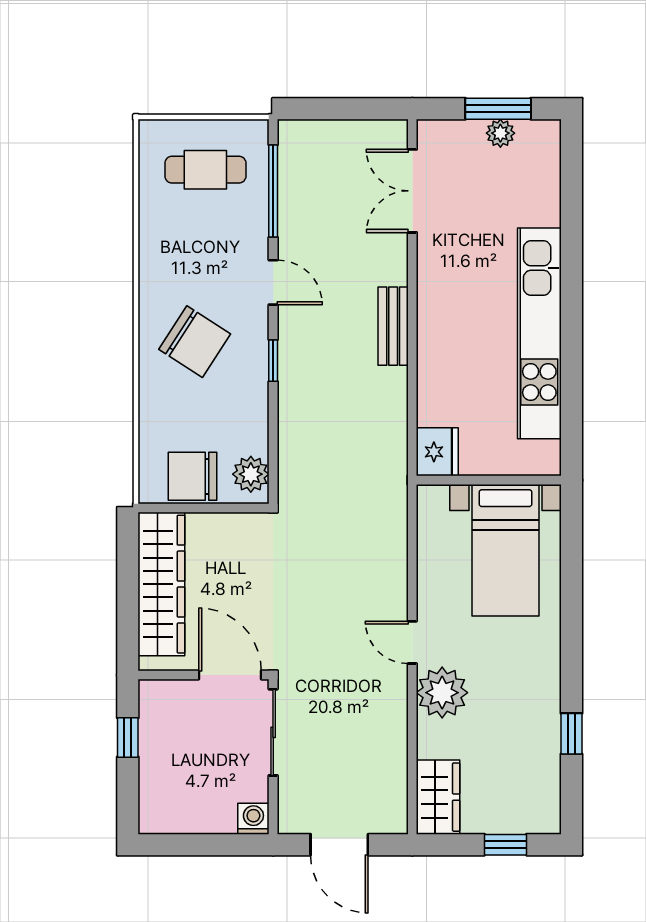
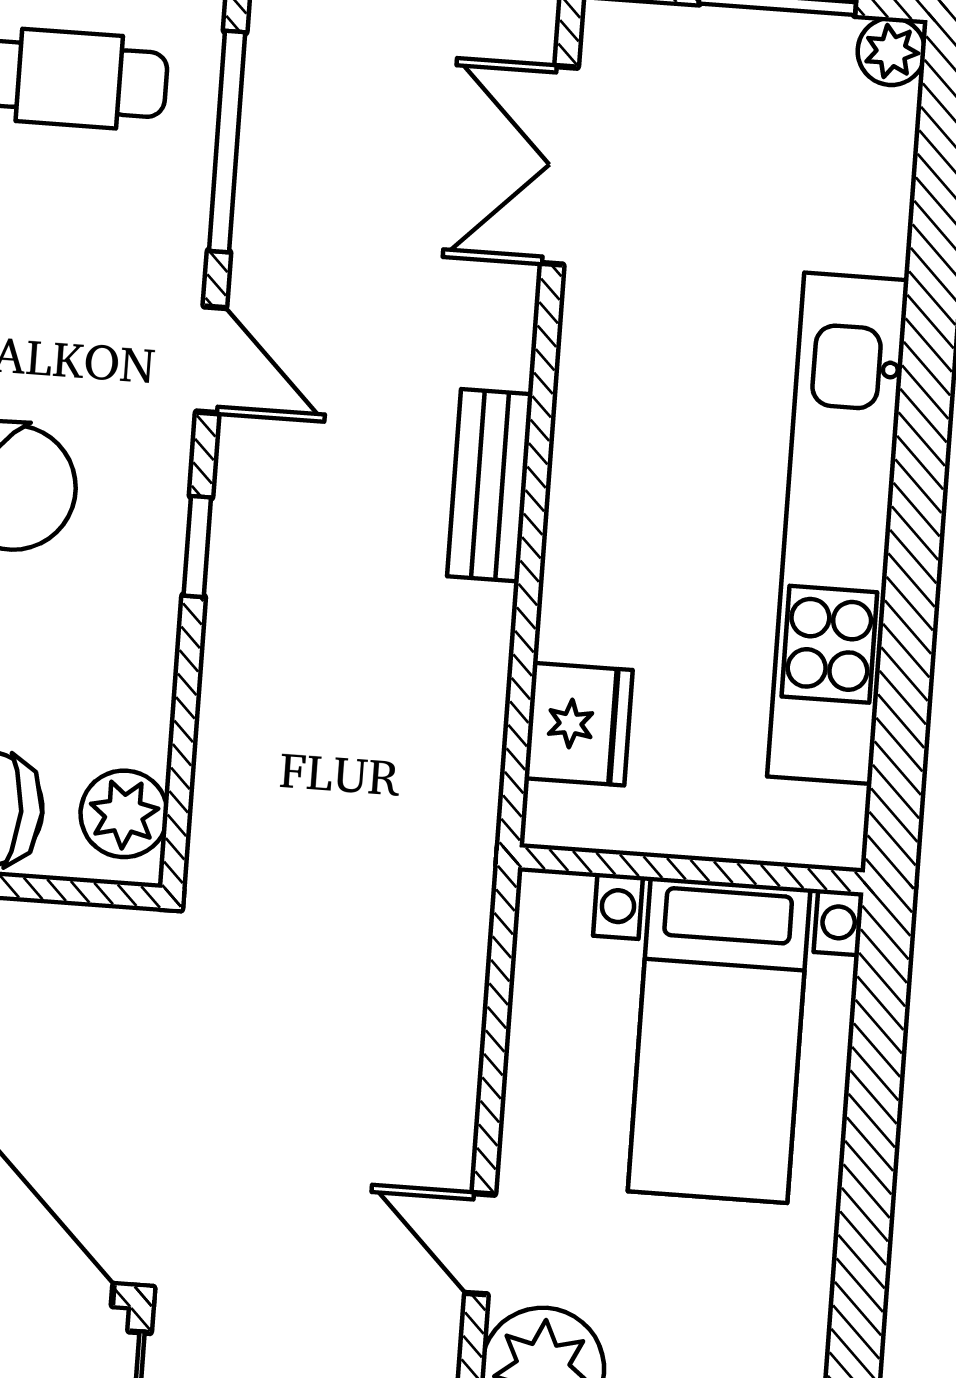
plant: (500, 133) -> (891, 51), moved
fridge: (437, 452) -> (578, 724), moved

